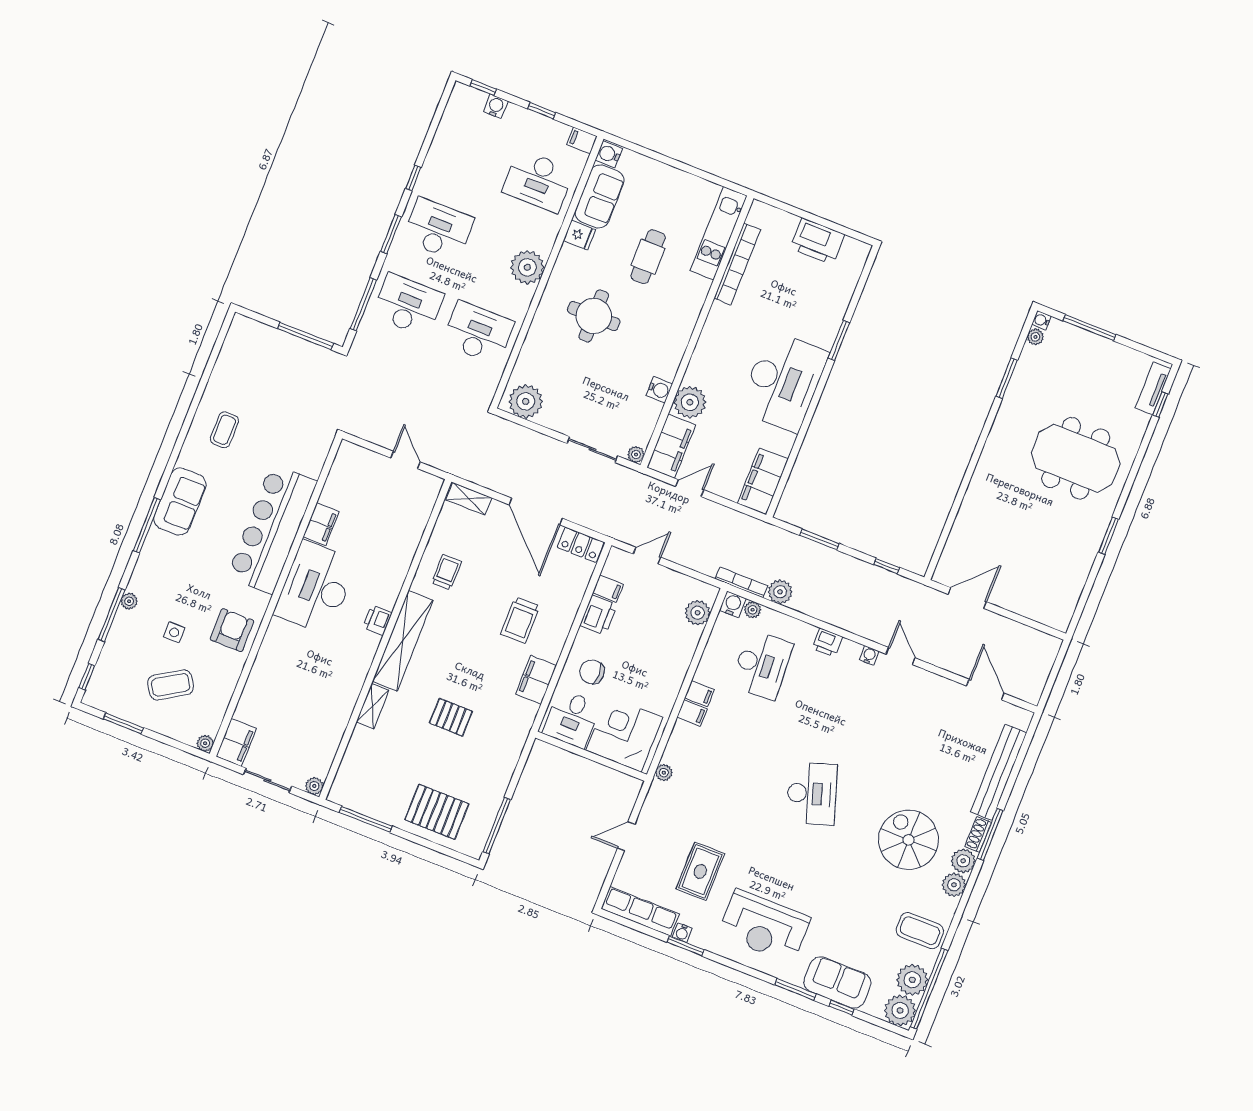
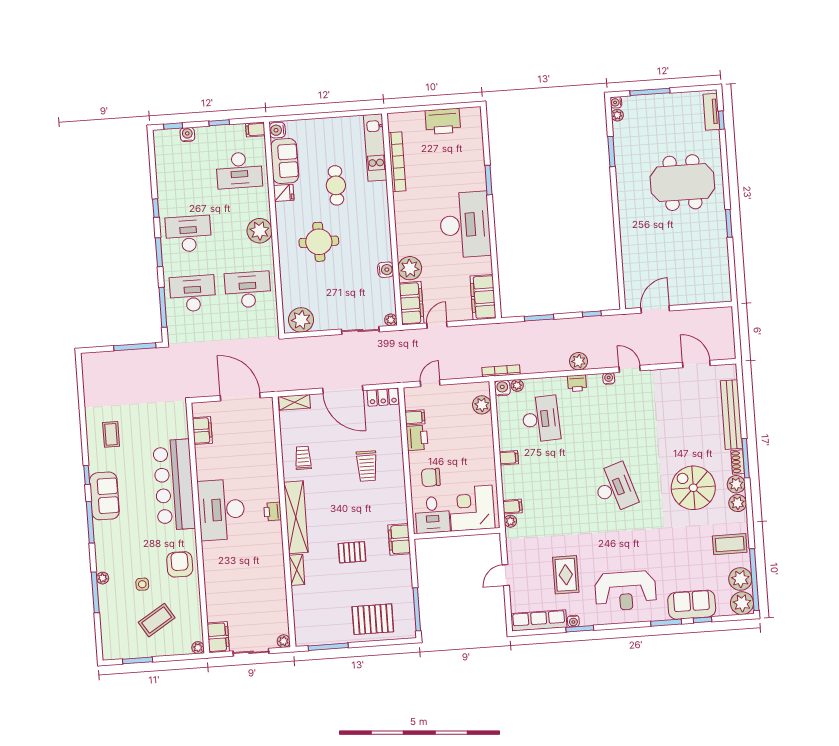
door: (405, 460) -> (240, 397), width x1.87
filing cabinet: (321, 524) -> (202, 430), moved
plant: (780, 592) -> (579, 361), moved
window: (87, 677) -> (87, 475), moved
filing cabinet: (536, 680) -> (399, 539), moved
filing cabinet: (692, 713) -> (512, 507), moved

